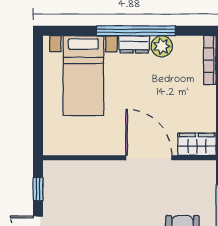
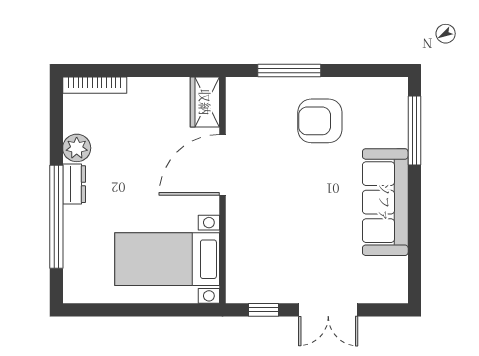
window: (136, 31) -> (56, 217), moved
bed with nightstands: (83, 76) -> (167, 259), moved, turned 180

